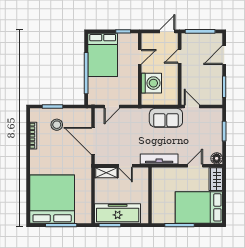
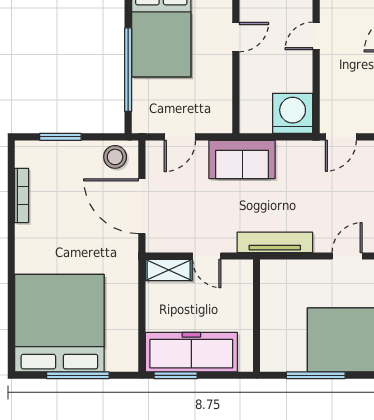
washing machine: (151, 83) -> (293, 113), moved, turned -90
door: (192, 107) -> (341, 137), swing flipped
sofa: (166, 118) -> (242, 159), moved
stool: (57, 125) -> (115, 157), moved

